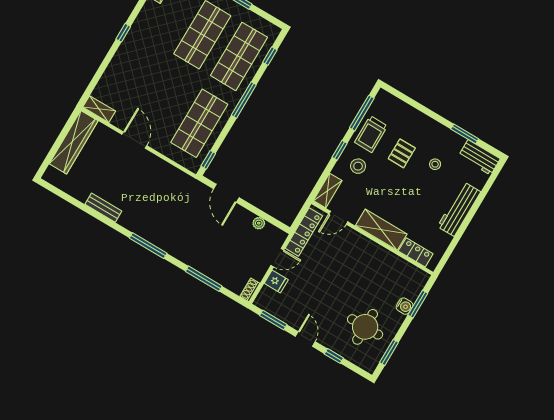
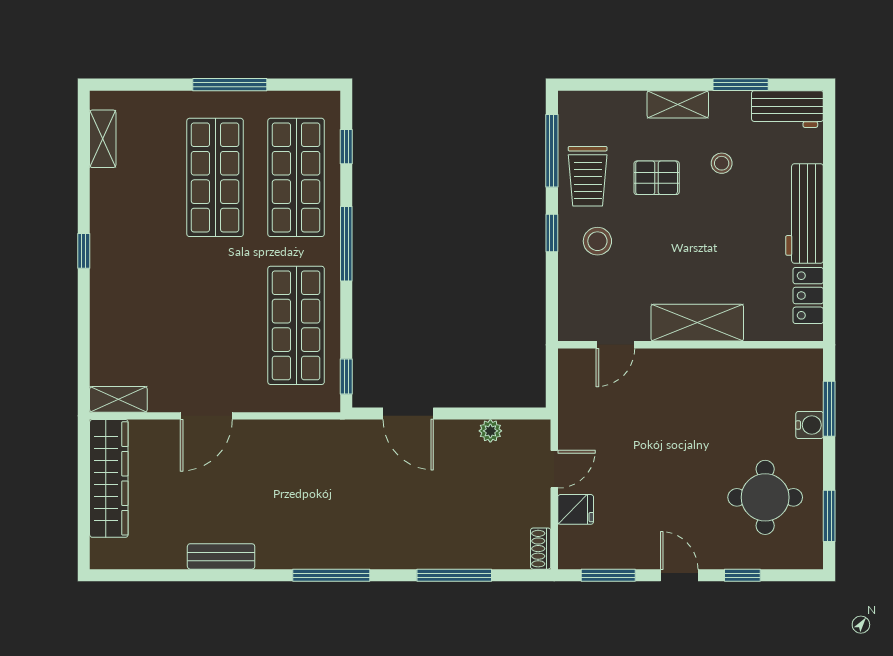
door: (134, 140) -> (206, 416), swing flipped
pallet: (402, 153) -> (657, 178), turned 90
shelving: (328, 191) -> (678, 104), moved, turned 90
locker: (304, 232) -> (573, 401), removed
locker: (416, 252) -> (808, 295), moved, turned -90

